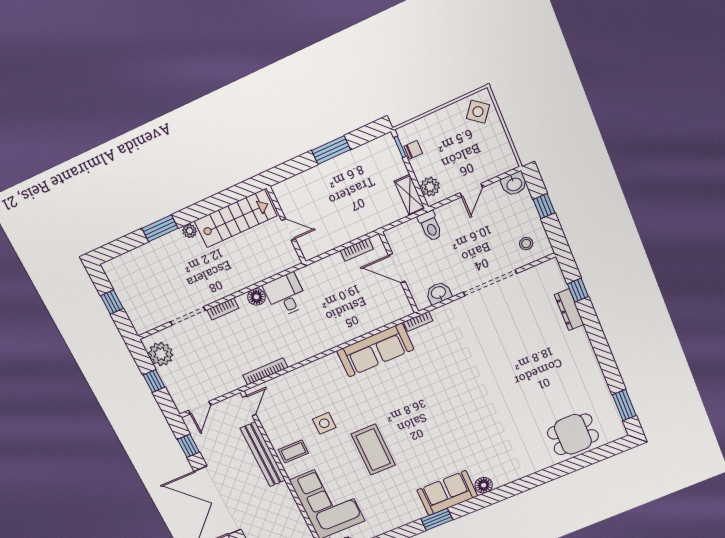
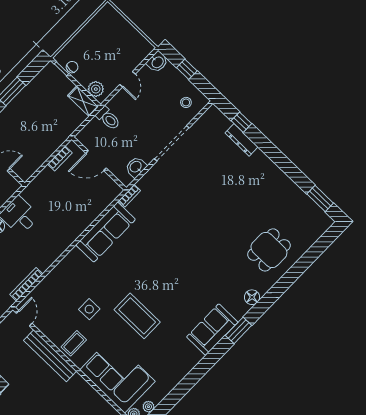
side table: (478, 112) -> (108, 21), removed
dining table: (573, 434) -> (269, 250), moved
floor lamp: (484, 485) -> (252, 297), moved
window: (437, 519) -> (239, 330), moved

